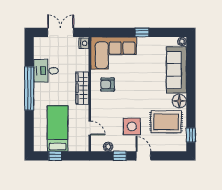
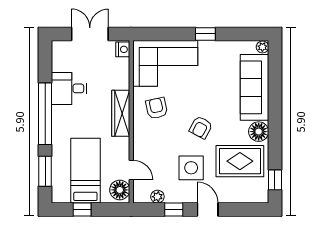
armchair: (108, 85) -> (157, 108), turned 78
armchair: (139, 98) -> (201, 127), added
window: (29, 129) -> (45, 171), added
floor lamp: (82, 142) -> (120, 190), added

